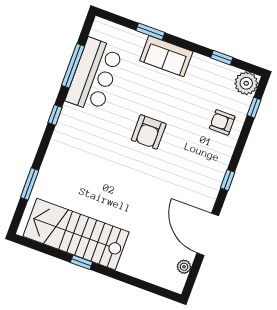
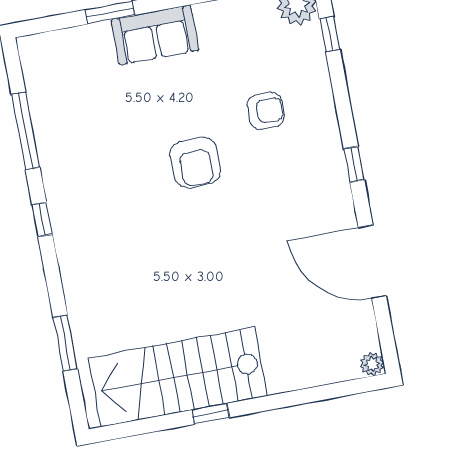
bar counter: (94, 75) -> (65, 126), removed
armchair: (222, 122) -> (266, 111), moved, turned 180
plant: (184, 267) -> (372, 364), moved

